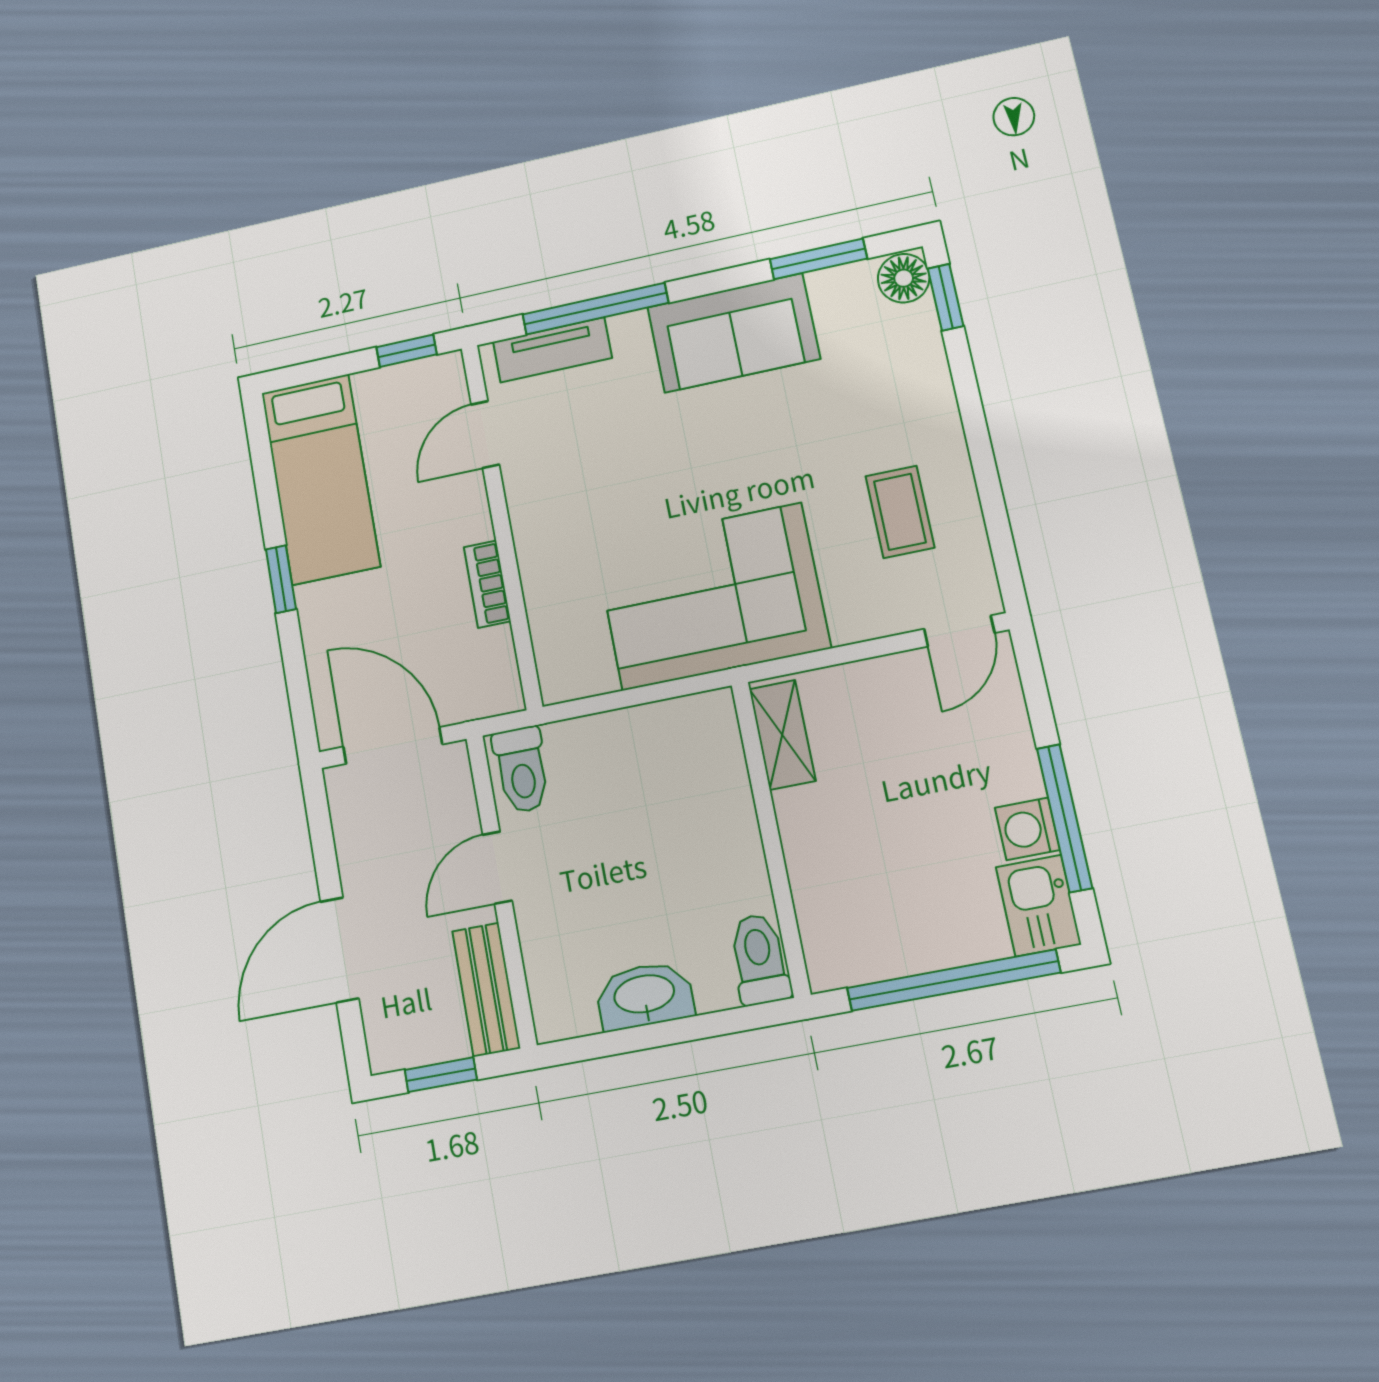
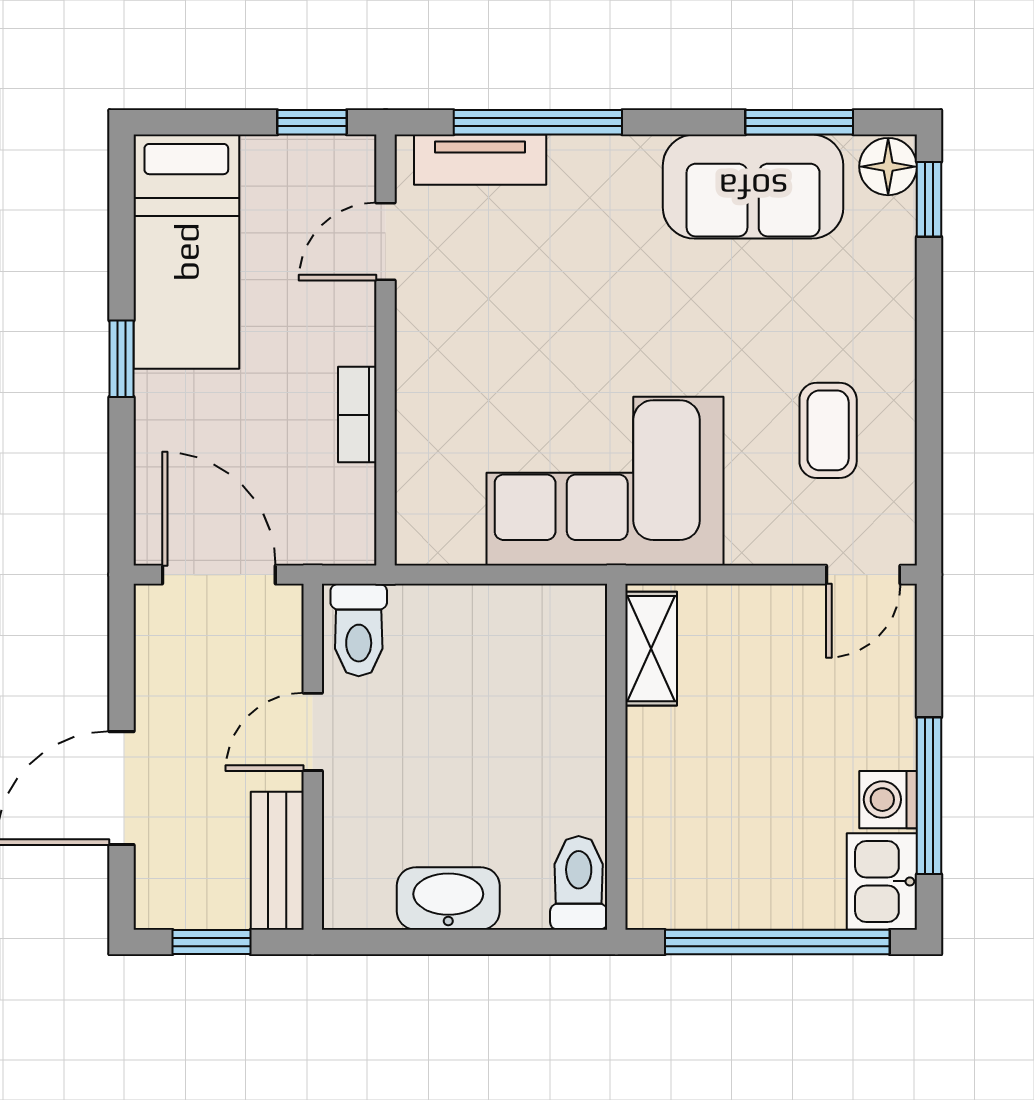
sofa: (733, 333) -> (753, 187), moved

